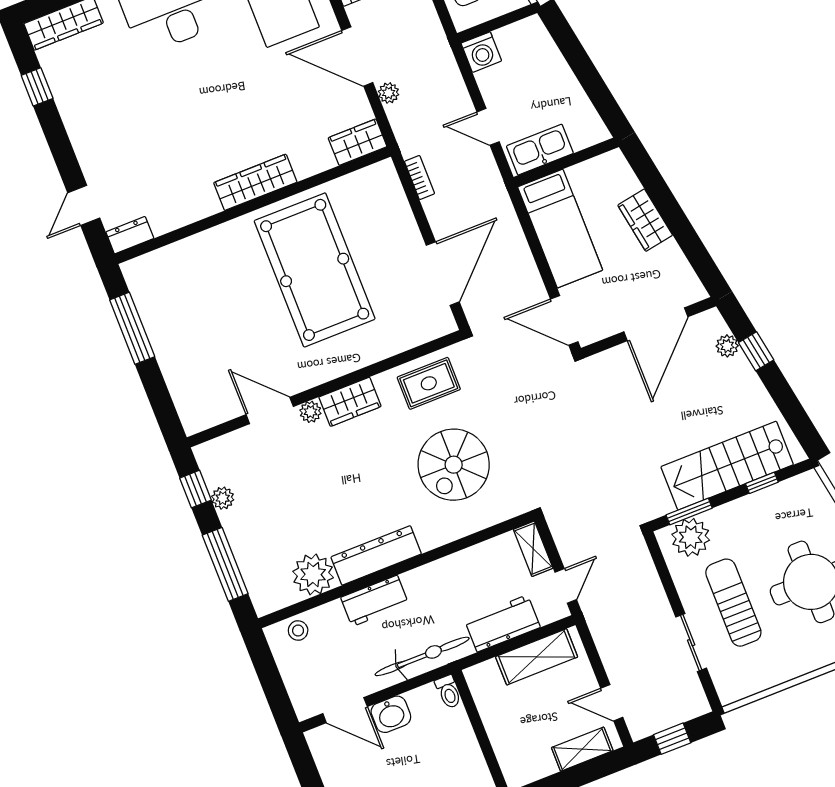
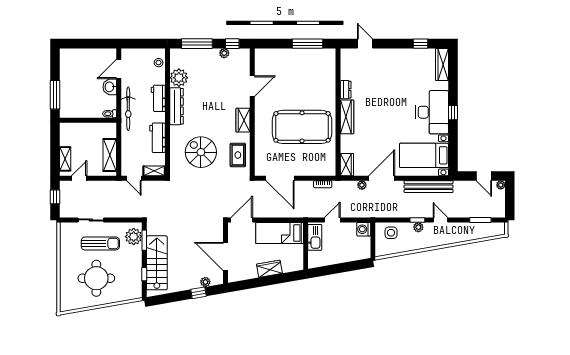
dresser: (130, 235) -> (346, 90), moved
plant: (310, 412) -> (245, 103), removed
workbench: (502, 623) -> (157, 138), moved, turned 180

